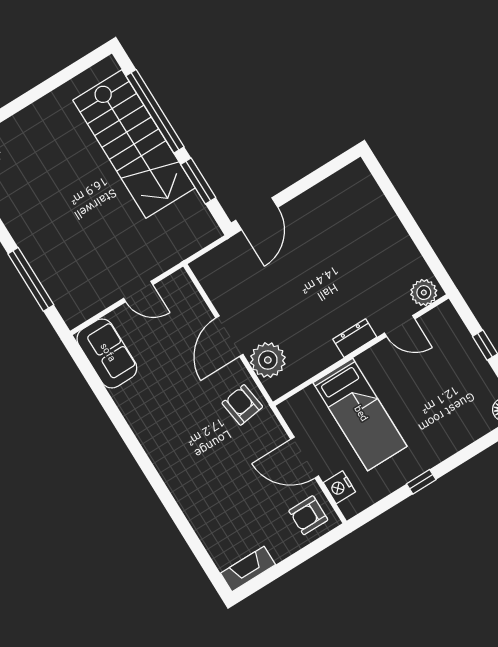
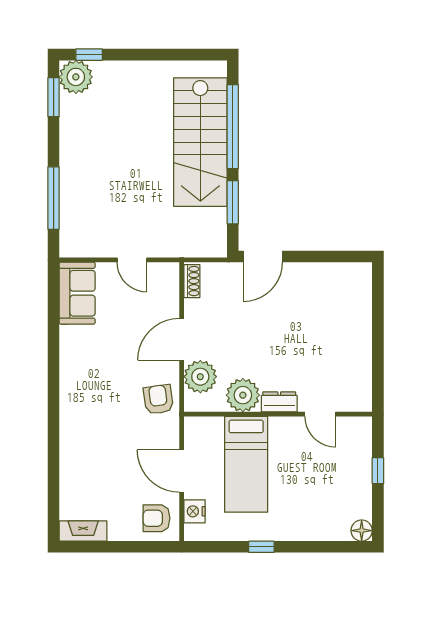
shoe rack: (206, 277) -> (192, 281), added
plant: (424, 293) -> (243, 395), moved, width x1.36, depth x1.36

